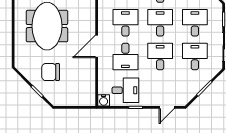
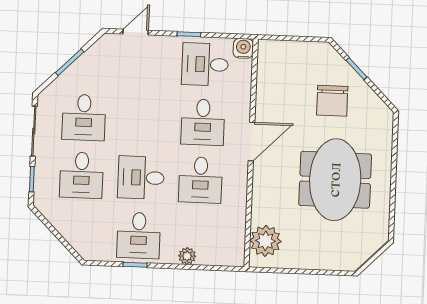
desk: (160, 23) -> (141, 178), turned 90
desk: (125, 57) -> (203, 122), turned 180
desk: (160, 57) -> (143, 120), removed
chair: (51, 72) -> (332, 101), turned 90

